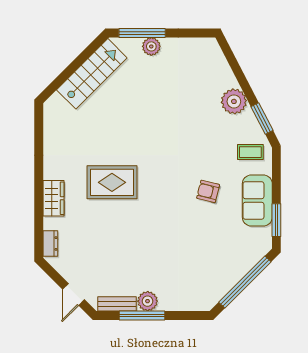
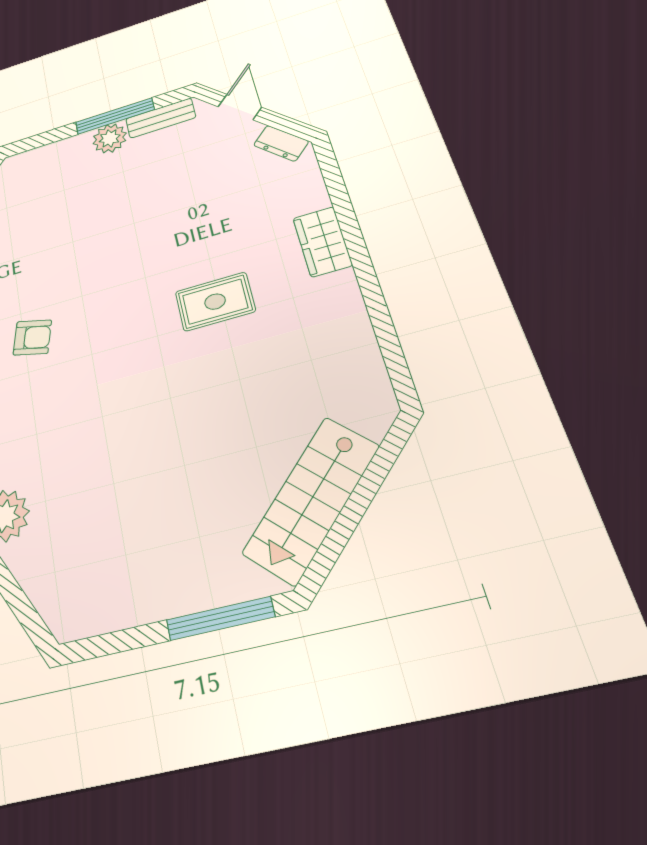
plant: (151, 46) -> (193, 592), removed
rug: (112, 182) -> (215, 302), width x0.73, depth x0.70
dresser: (50, 244) -> (281, 143), moved, turned -45

